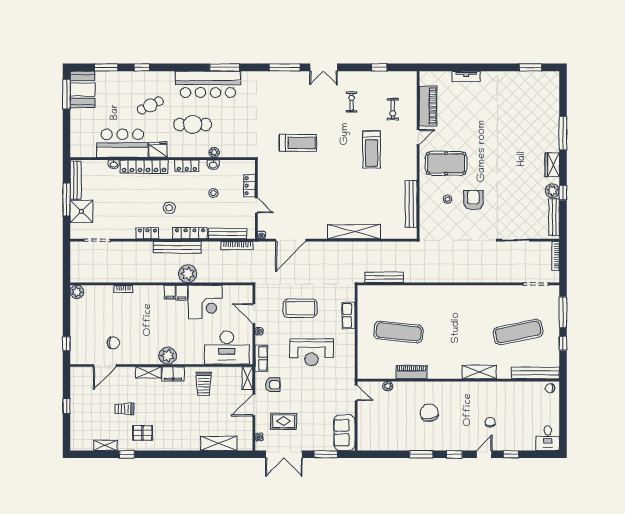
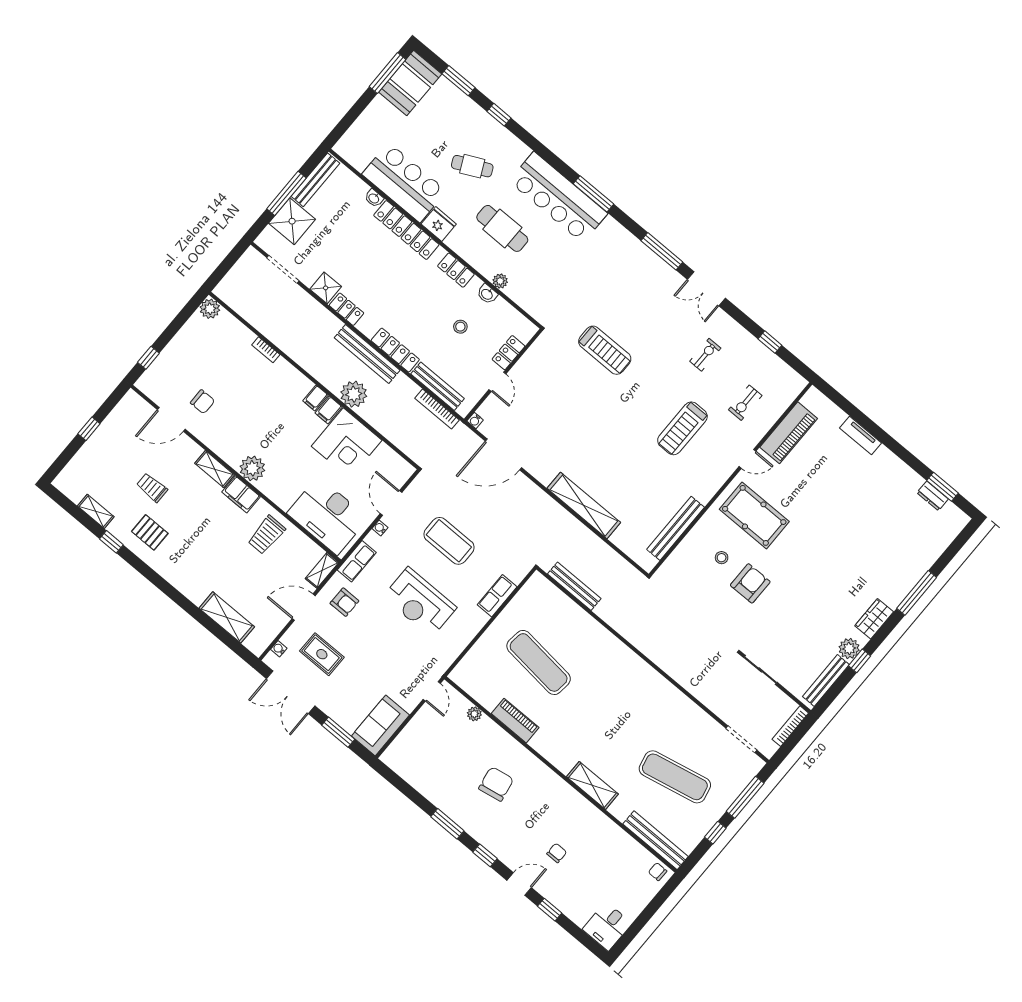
dresser: (529, 76) -> (933, 496), added
stool: (169, 208) -> (396, 301), removed
shower: (127, 231) -> (326, 288), added

